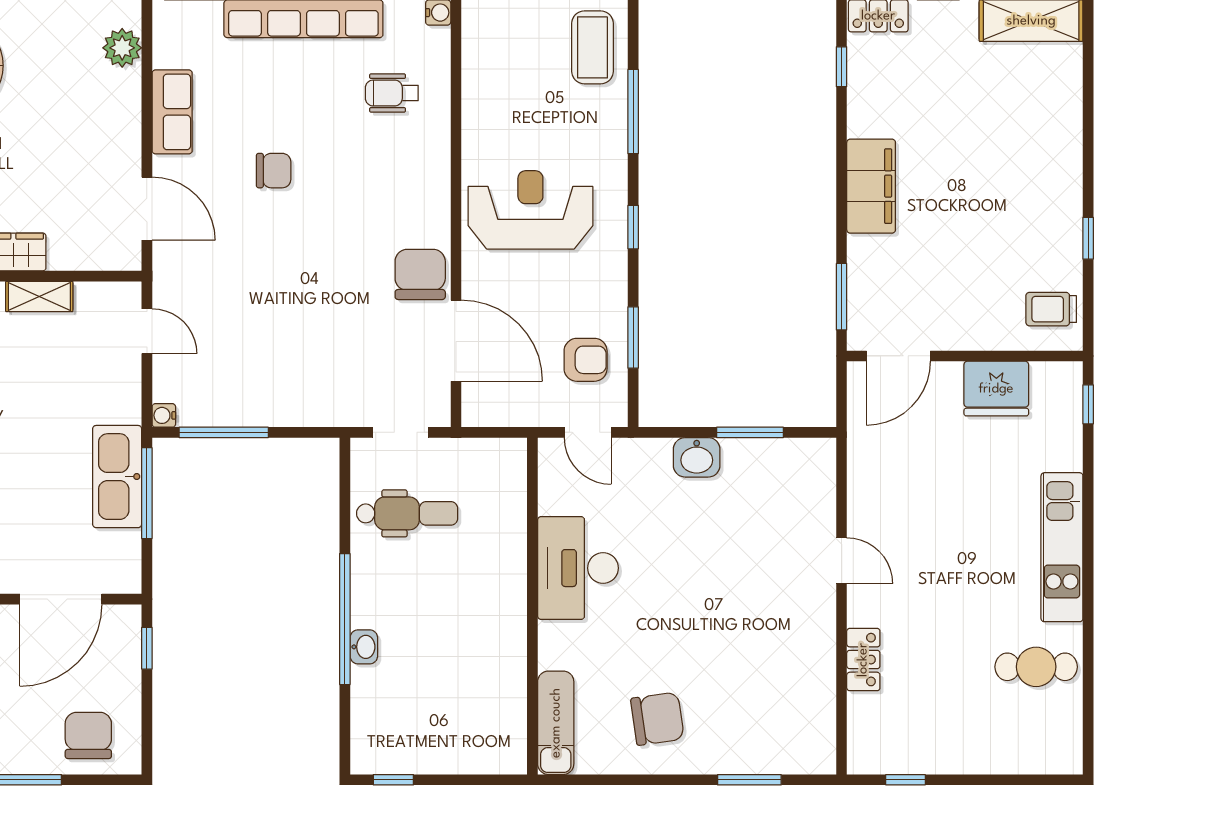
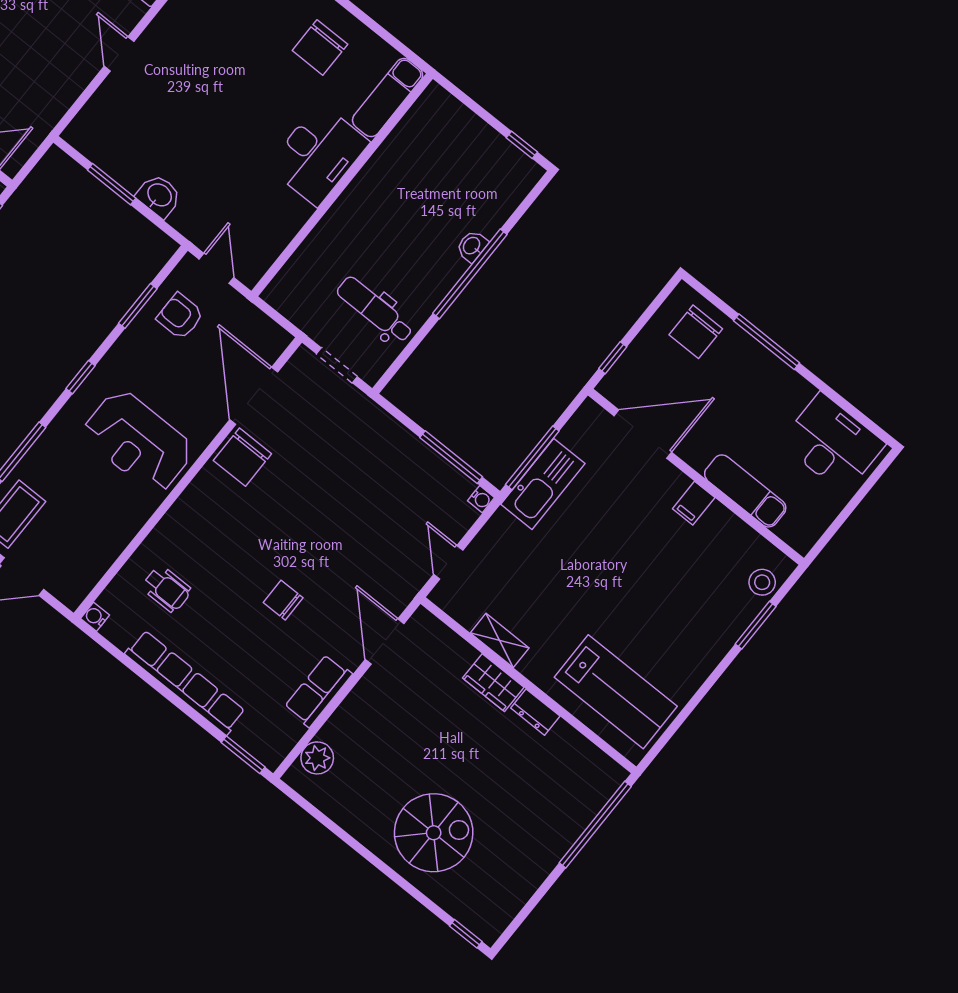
desk: (578, 568) -> (318, 154), moved
chair: (657, 719) -> (320, 47), turned -82

